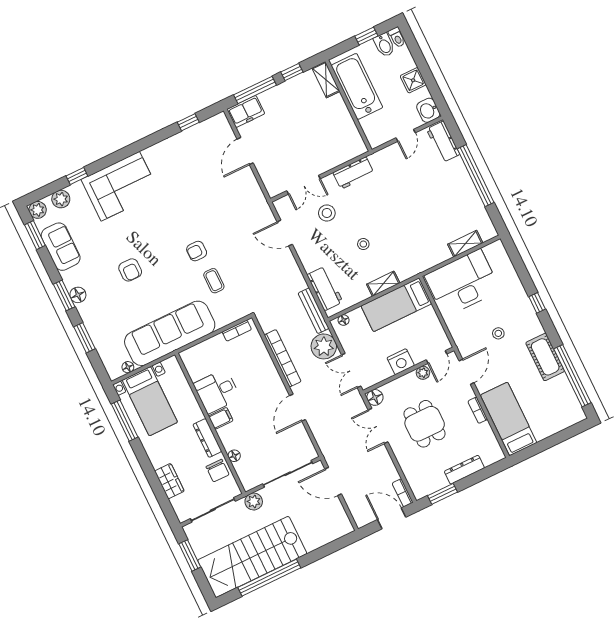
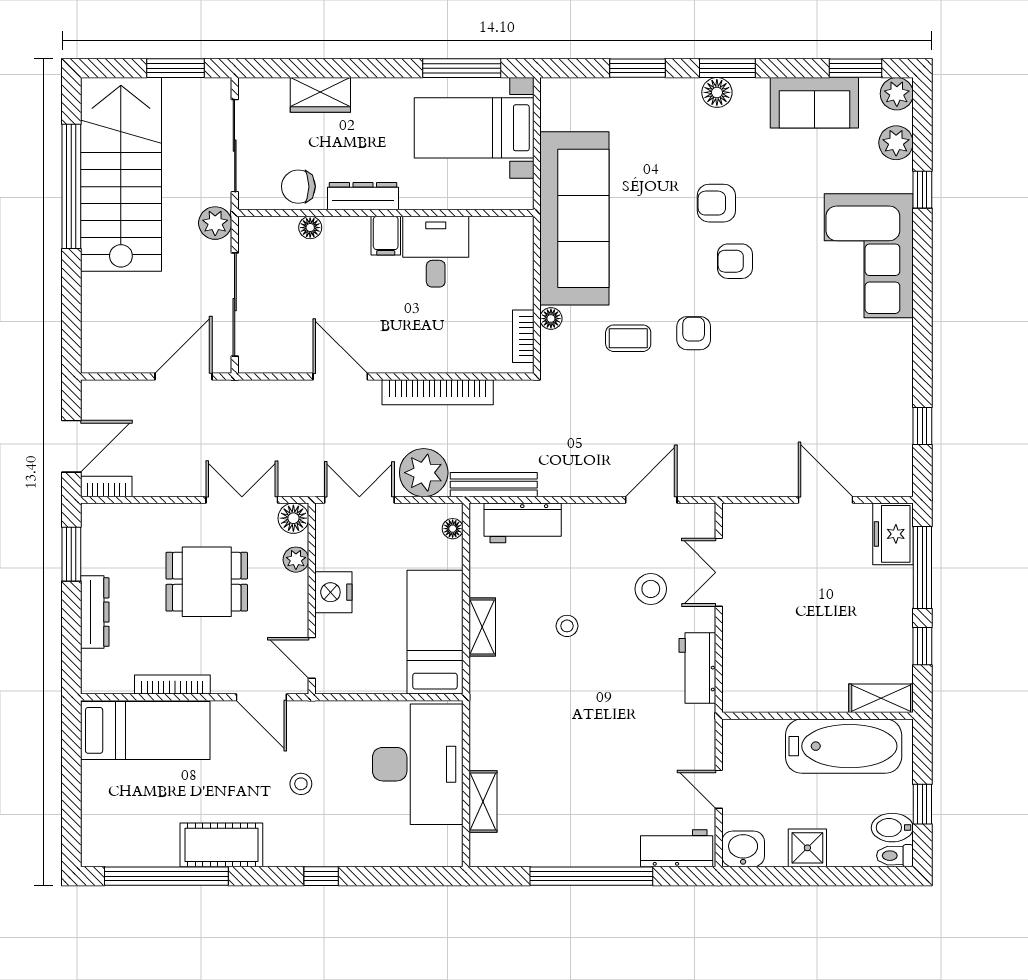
armchair: (153, 248) -> (735, 261), added
floor lamp: (128, 367) -> (551, 319), moved
plant: (423, 373) -> (296, 560), moved
bookcase: (478, 410) -> (172, 684), width x1.56

